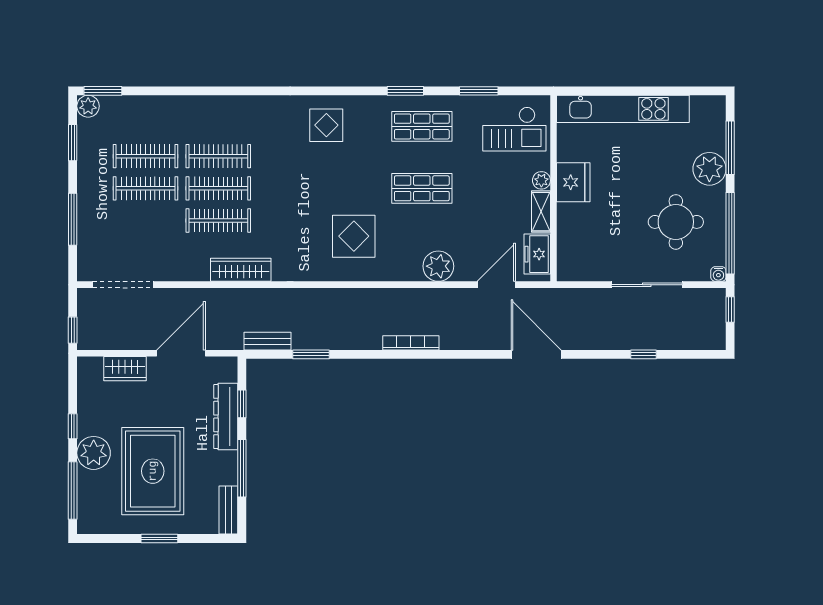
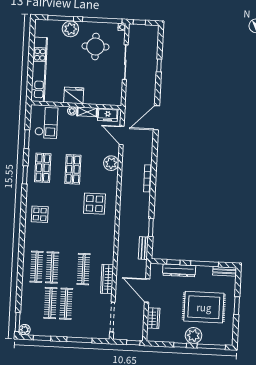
clothes rail: (218, 188) -> (37, 267), moved
wardrobe: (241, 270) -> (107, 279), moved

